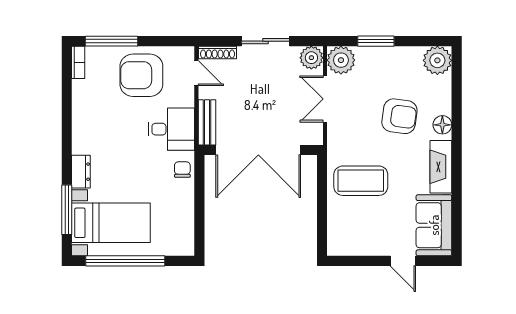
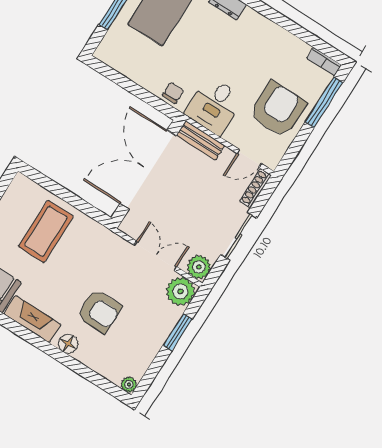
plant: (437, 60) -> (129, 385), width x0.53, depth x0.53
armchair: (399, 116) -> (99, 311), turned -98
chair: (182, 170) -> (173, 93), turned -90
coffee table: (361, 181) -> (46, 231), moved

